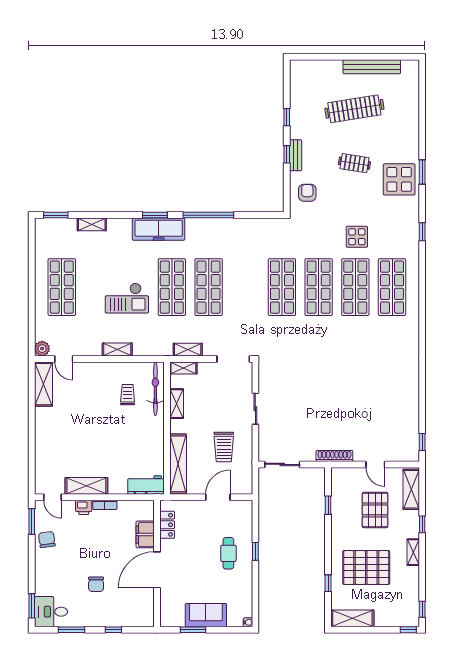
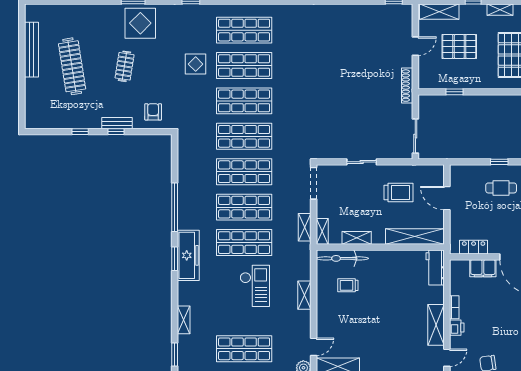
armchair: (307, 193) -> (153, 112), turned 90
shop shelf: (245, 287) -> (244, 172), added

